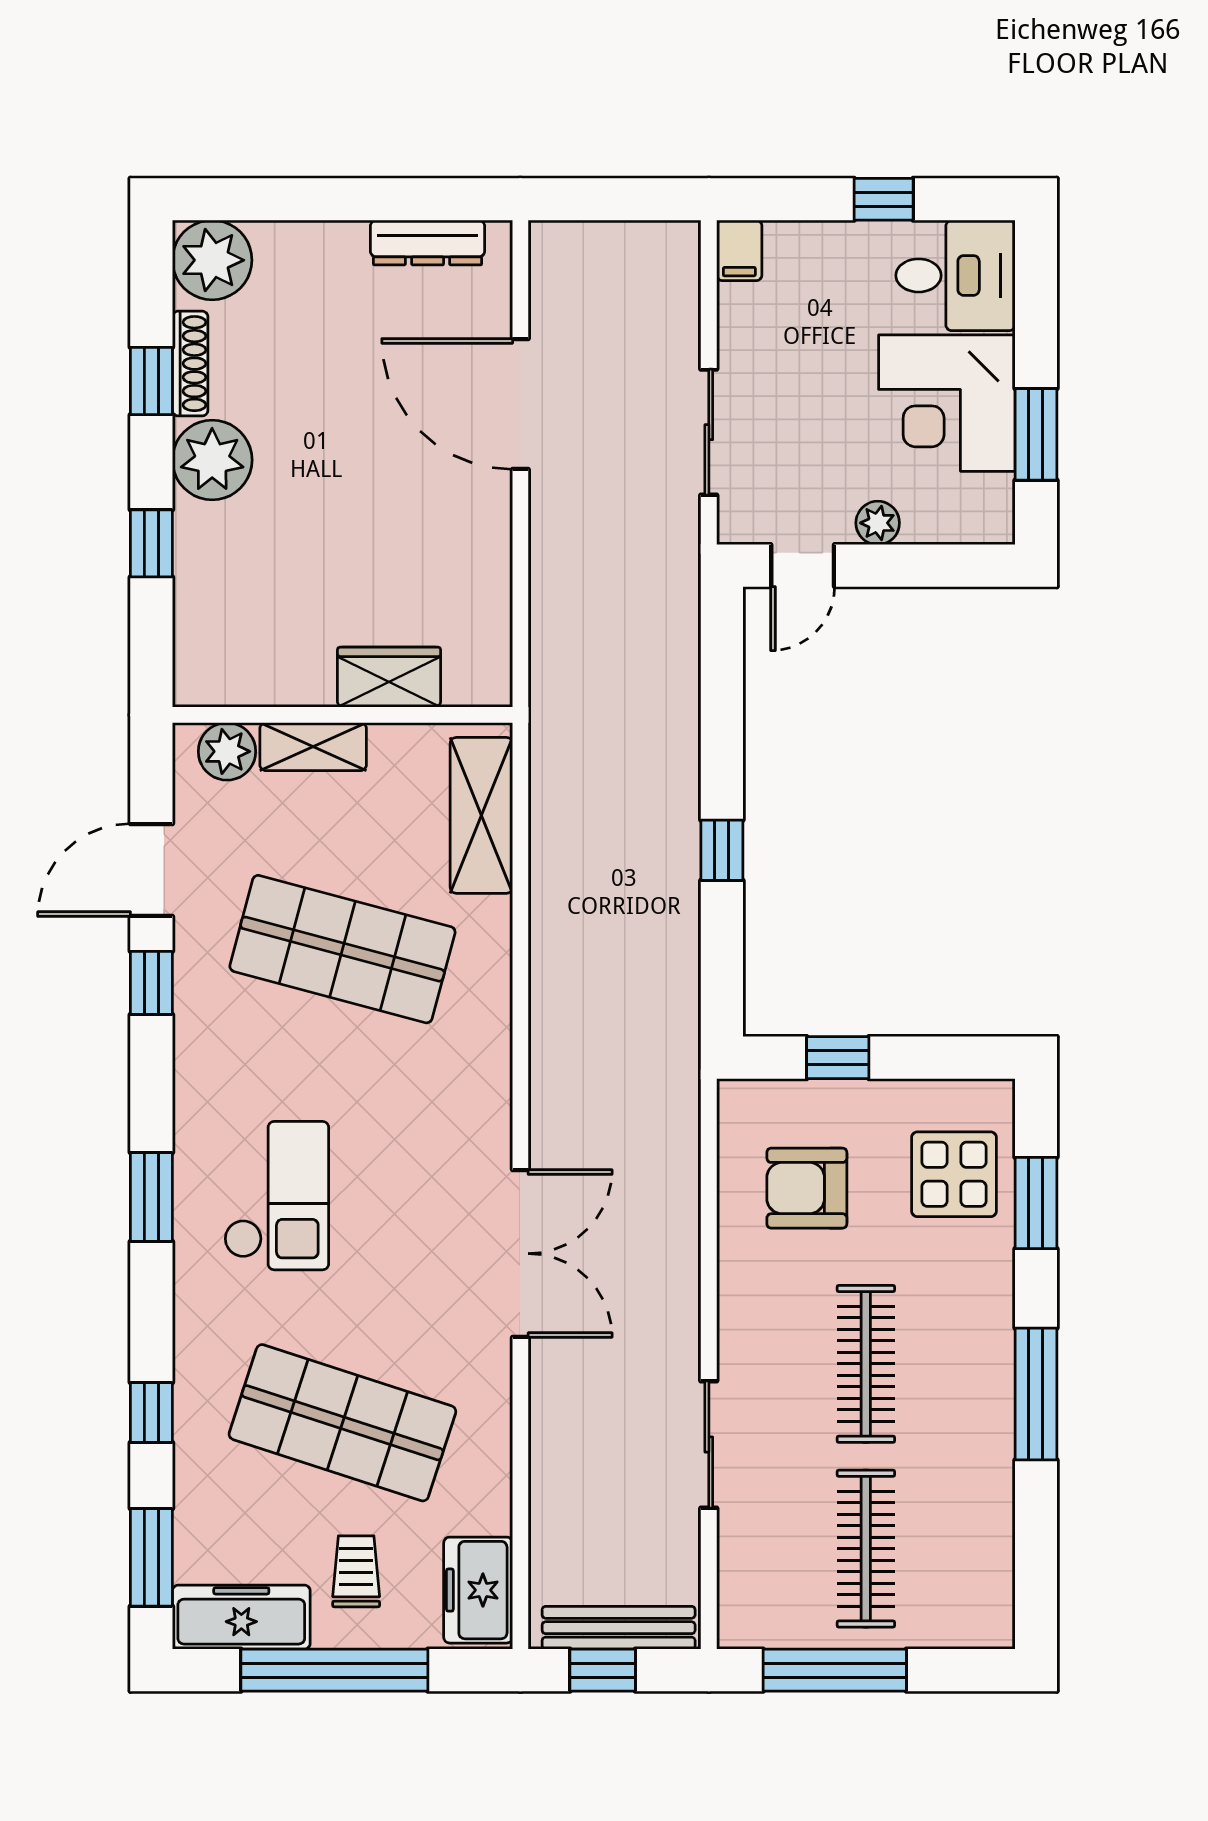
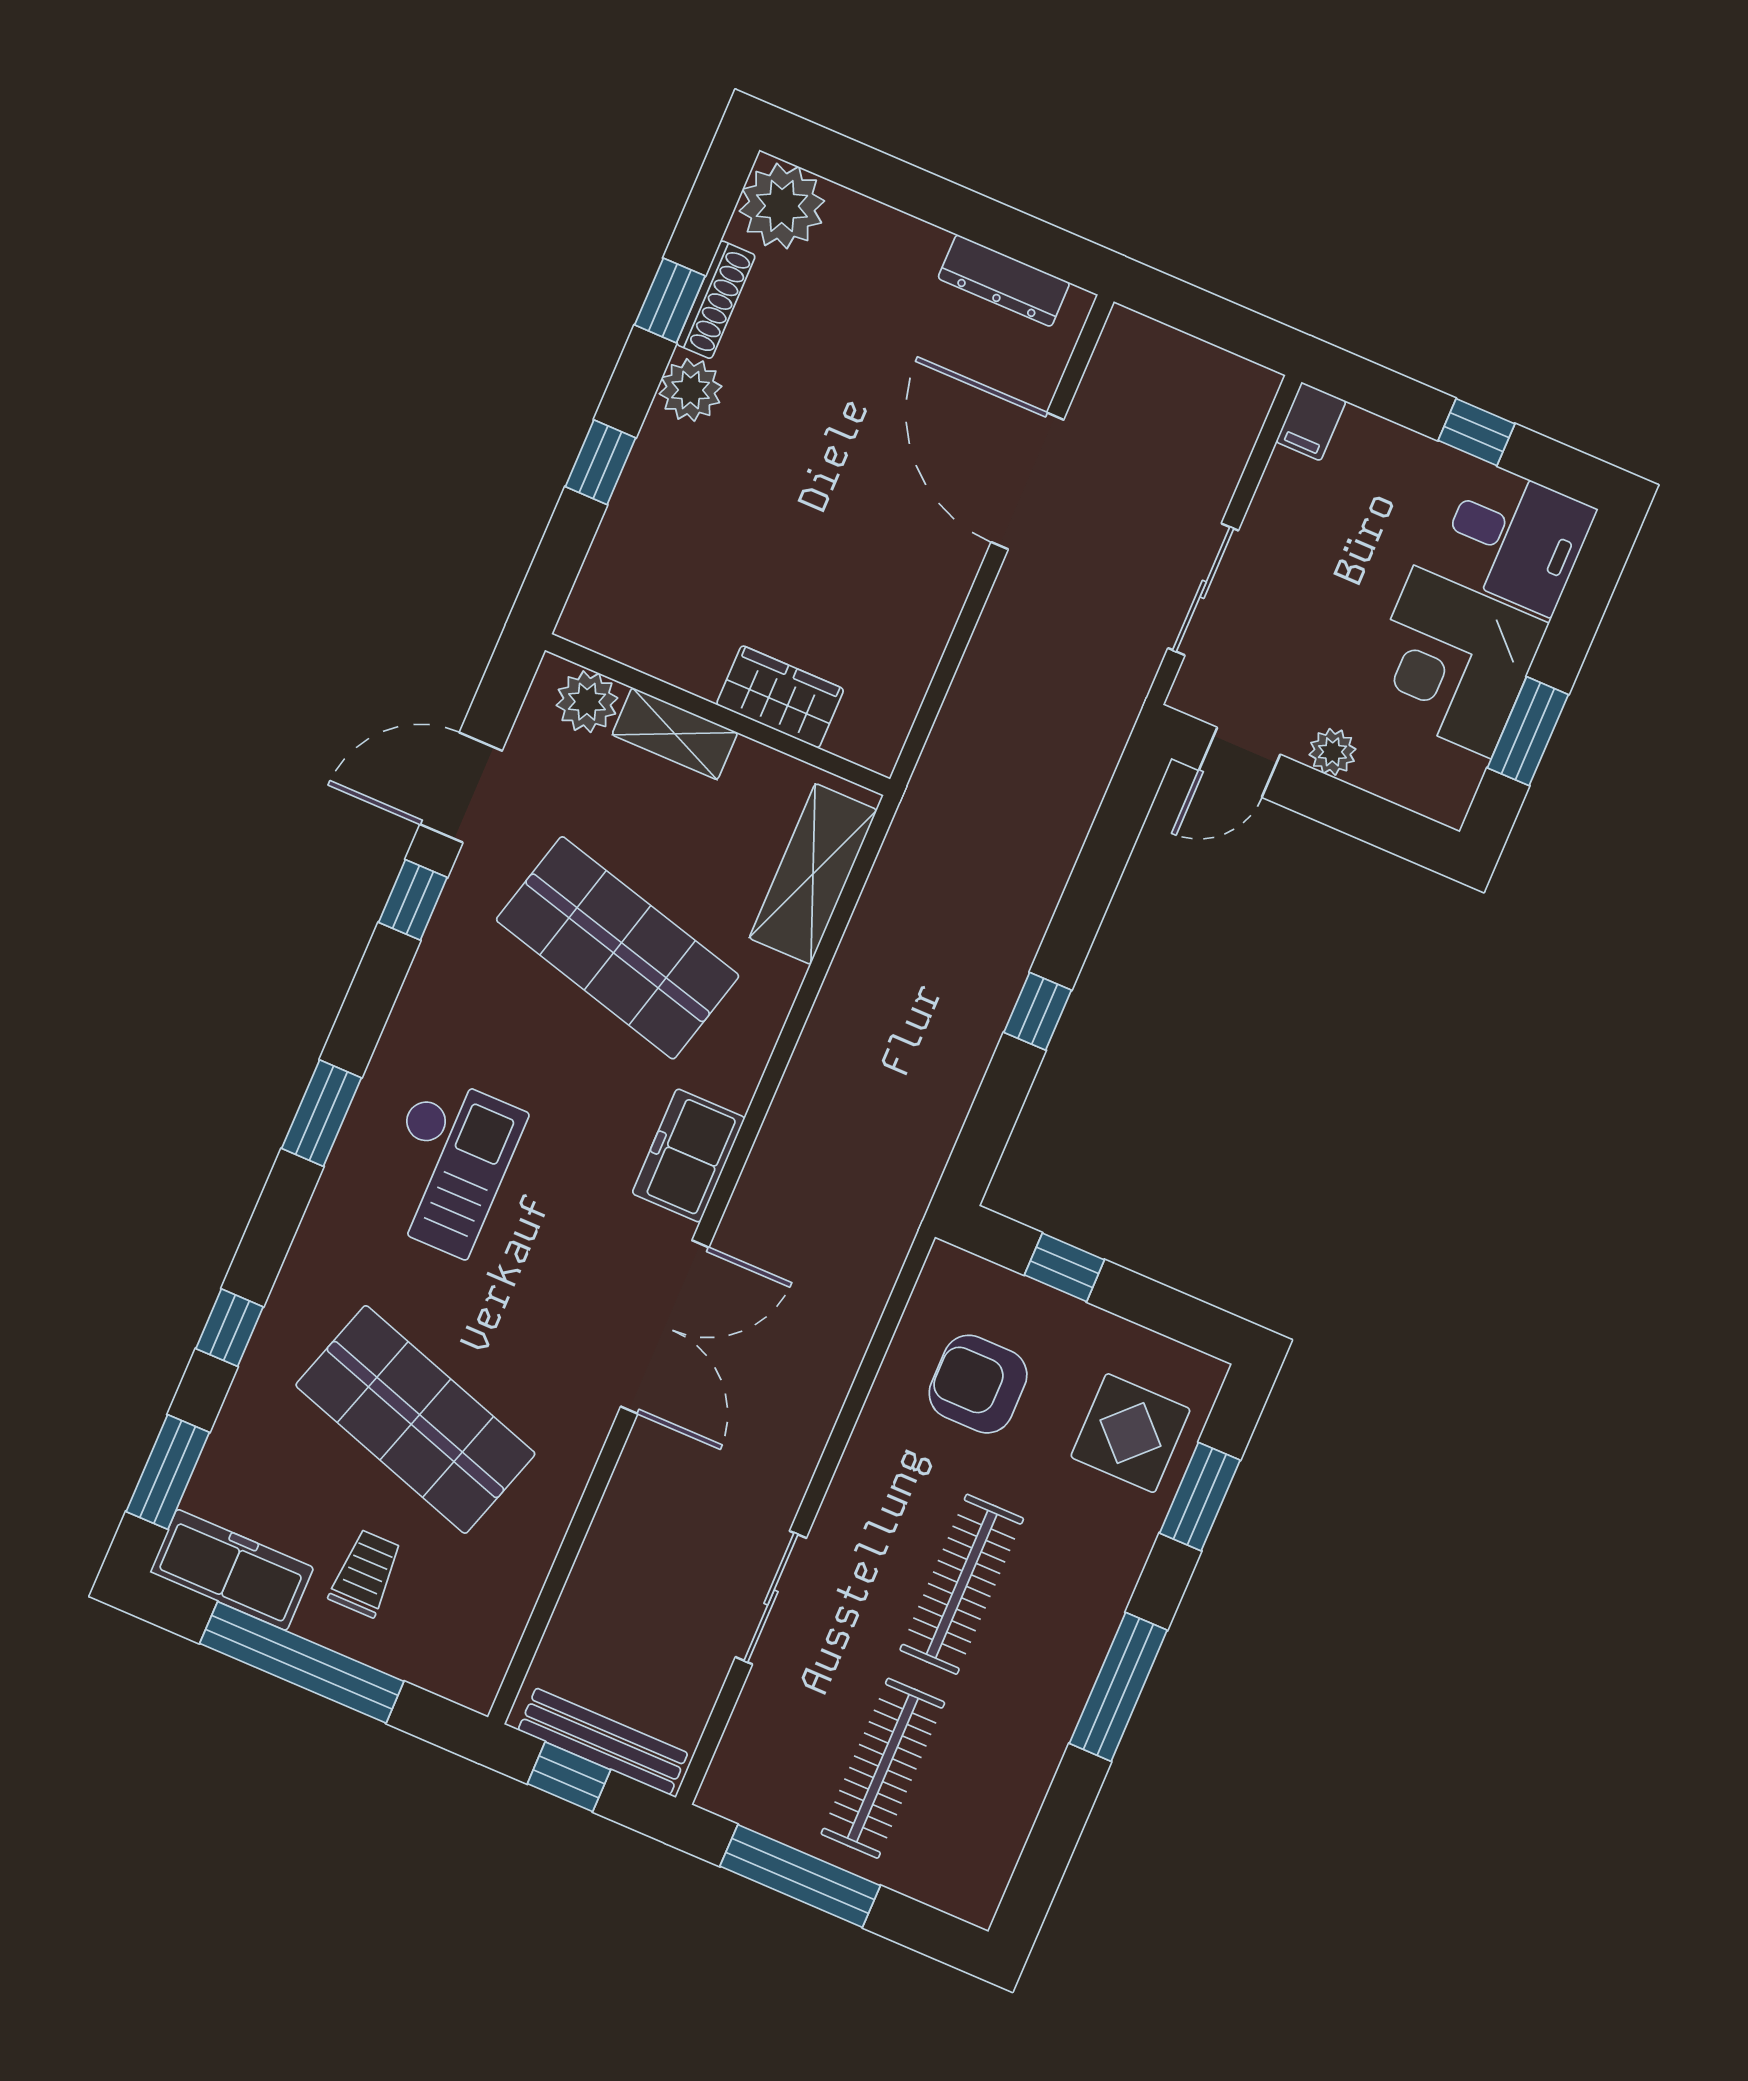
plant: (212, 460) -> (691, 390), width x0.73, depth x0.73
freezer: (478, 1590) -> (688, 1155), moved

